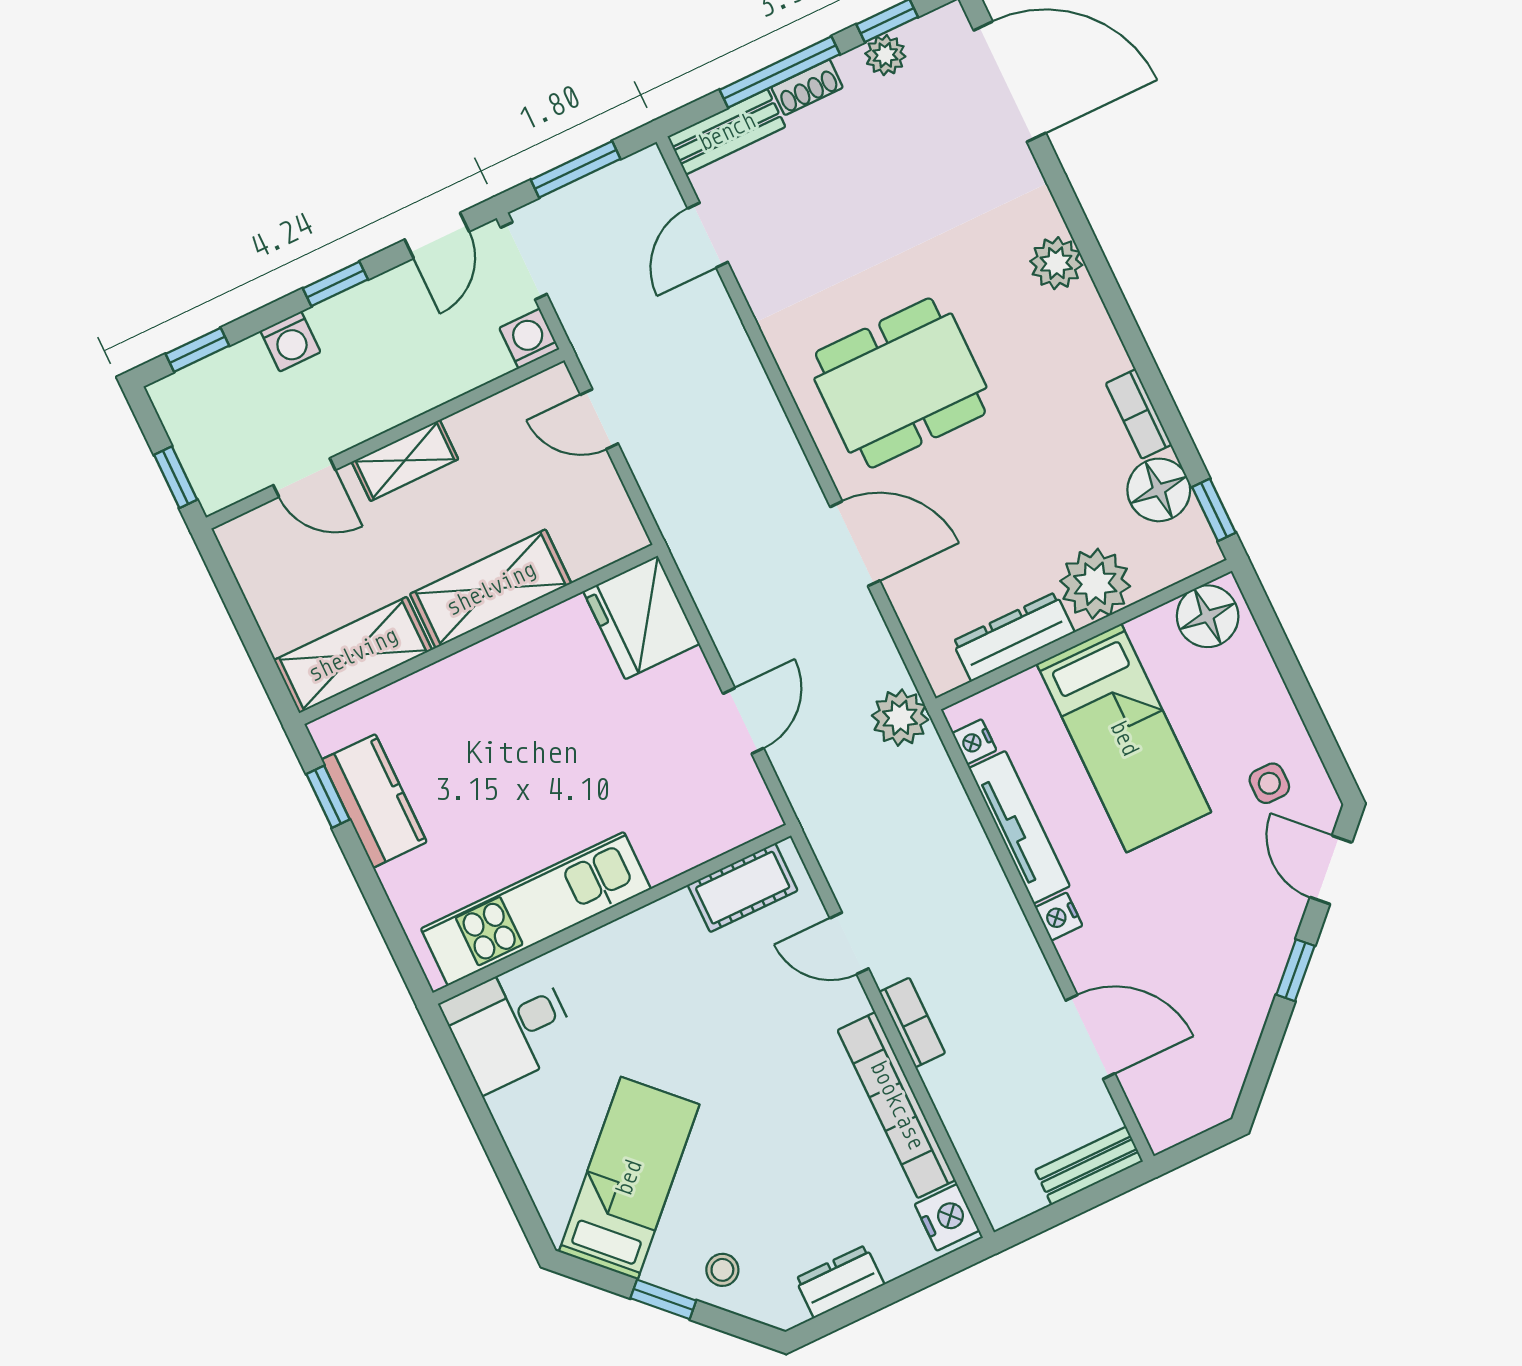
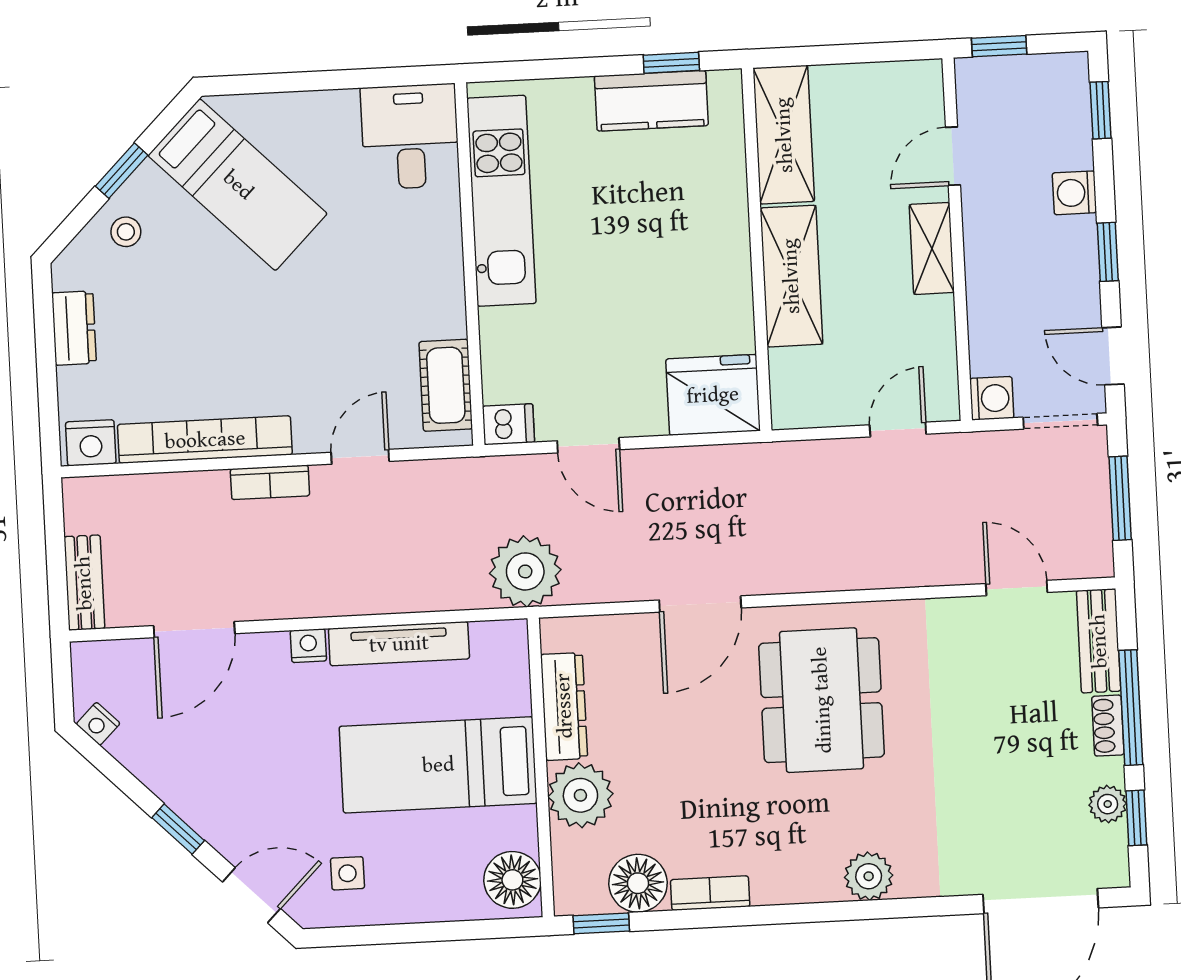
plant: (900, 718) -> (525, 571), width x1.36, depth x1.36
nightstand: (974, 742) -> (98, 724), moved, turned -135
dishwasher: (755, 809) -> (508, 424), added

